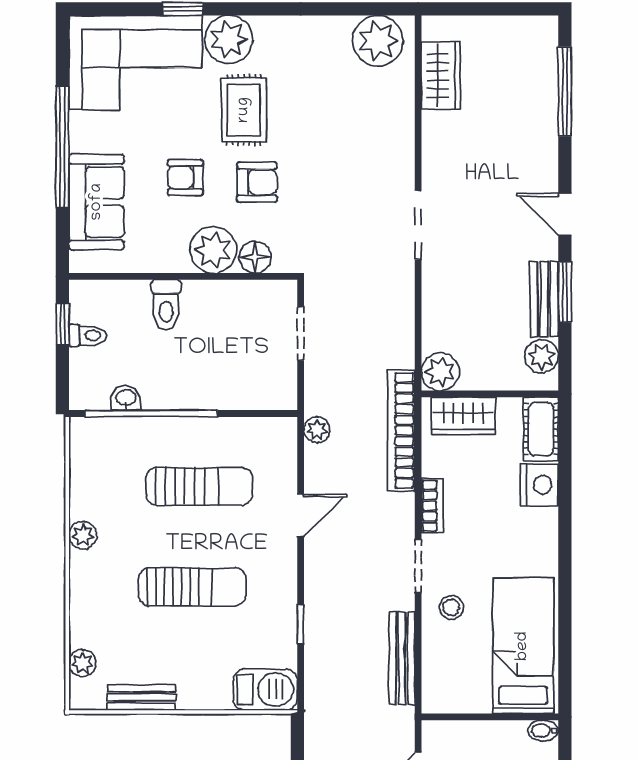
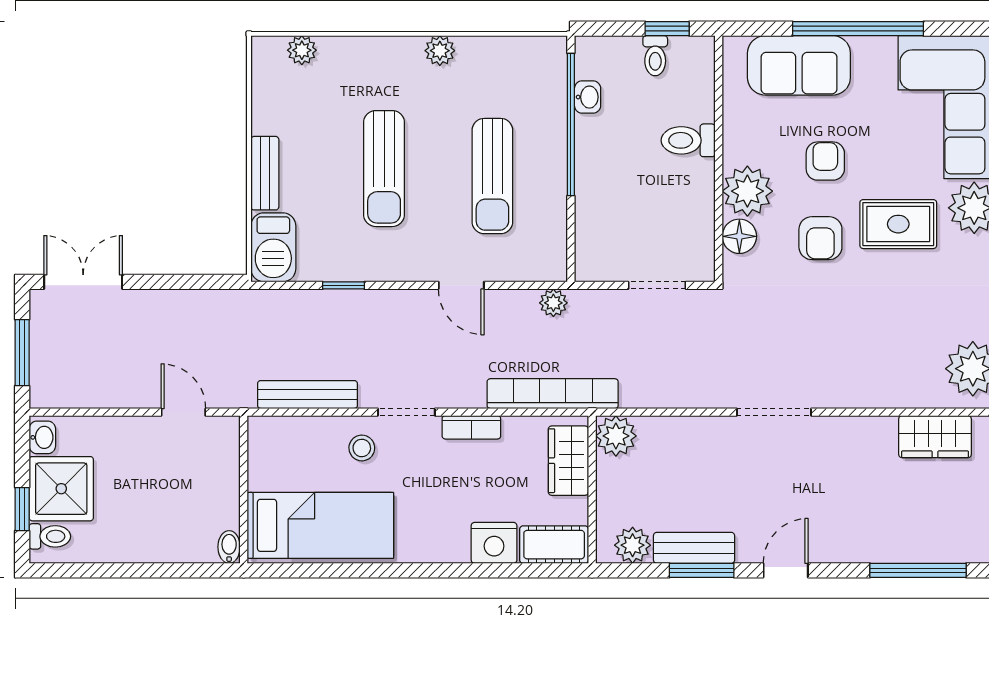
bench: (141, 697) -> (265, 173), moved

